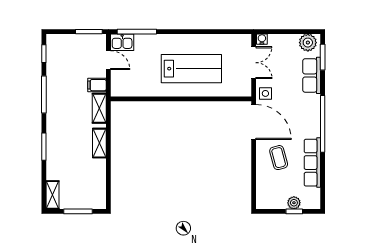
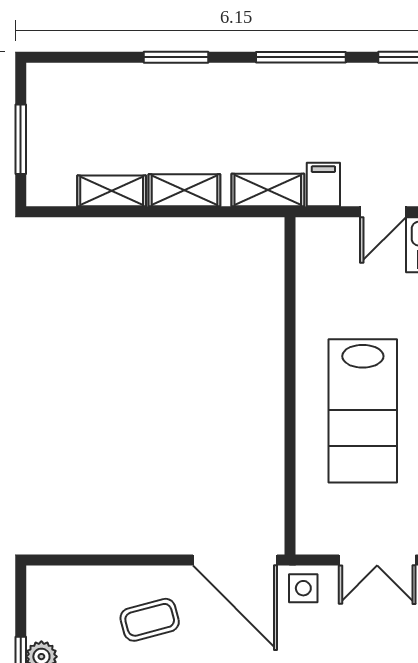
door: (254, 122) -> (235, 560), hinge flipped
shelving: (53, 195) -> (112, 191), moved

